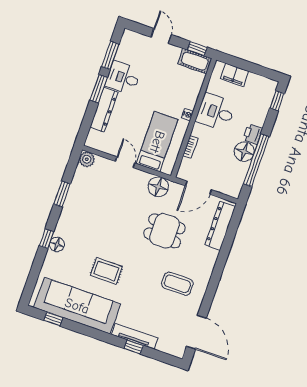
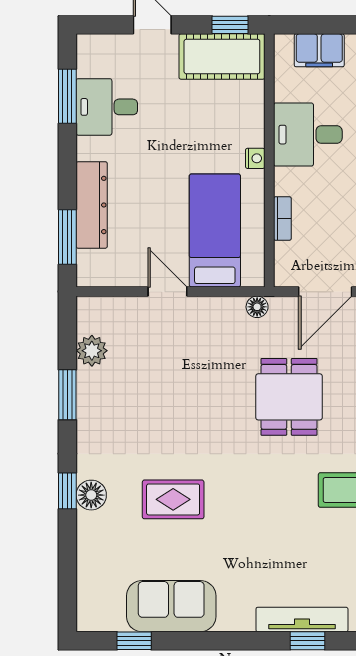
cot: (195, 61) -> (222, 57), width x1.37, depth x1.34
desk: (123, 78) -> (107, 107), moved
window: (99, 89) -> (67, 237), moved
plant: (87, 159) -> (92, 351), moved
floor lamp: (158, 187) -> (257, 307), width x0.53, depth x0.53
dining table: (165, 231) -> (289, 397), turned 90
rug: (106, 271) -> (173, 499), moved
sofa: (77, 306) -> (171, 606), width x0.54, depth x0.79

